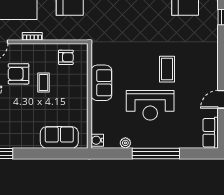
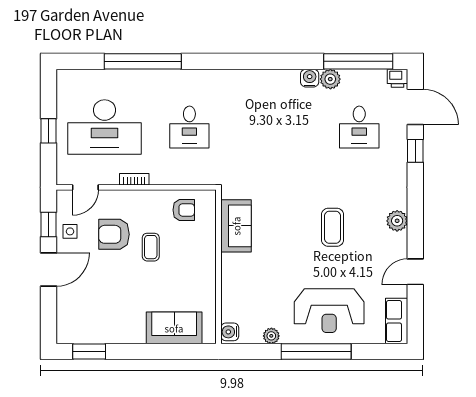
plant: (211, 65) -> (397, 221), added
sofa: (101, 83) -> (236, 226), moved
reception desk: (150, 105) -> (329, 311), moved

